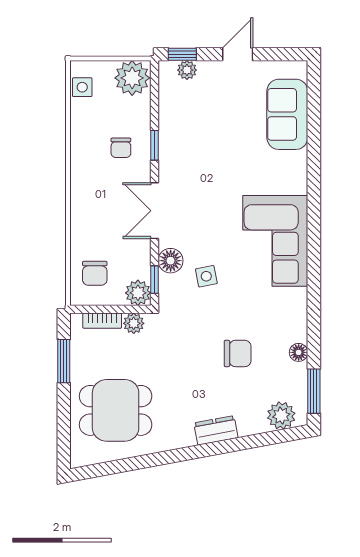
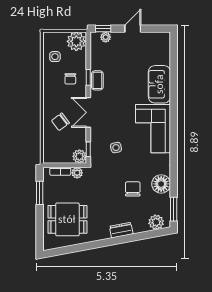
side table: (82, 87) -> (55, 57), moved
sofa: (287, 114) -> (159, 84), moved
coffee table: (171, 151) -> (97, 80), added
floor lamp: (171, 261) -> (97, 139), removed
chair: (95, 273) -> (60, 122), moved, turned 53
floor lamp: (299, 352) -> (161, 184), width x1.89, depth x1.89
chair: (238, 353) -> (133, 189), turned -90

